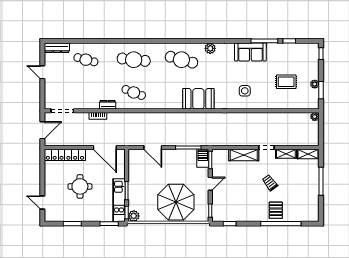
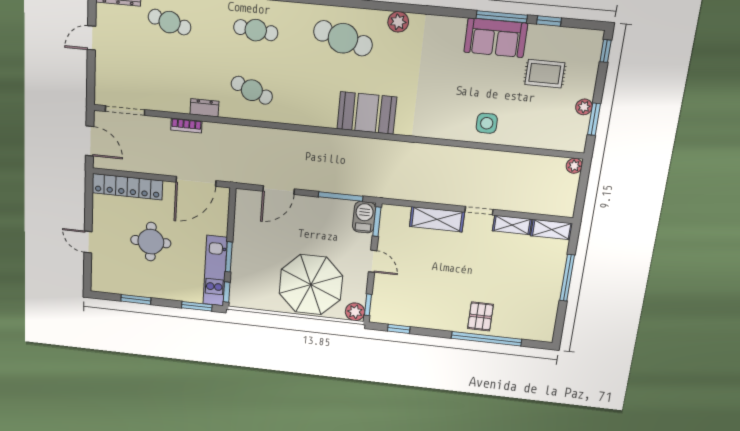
sofa: (250, 52) -> (496, 38), moved
cafe table: (134, 60) -> (256, 30), width x0.73, depth x0.74
door: (42, 72) -> (91, 38), hinge flipped
rug: (286, 82) -> (545, 74), moved
side table: (245, 91) -> (487, 123), moved
door: (42, 130) -> (90, 141), hinge flipped
door: (105, 148) -> (196, 181), hinge flipped
door: (153, 148) -> (279, 190), hinge flipped
trolley: (270, 183) -> (477, 271), removed
door: (210, 184) -> (373, 261), hinge flipped
door: (42, 202) -> (88, 242), moved
plant: (134, 216) -> (355, 312), moved

